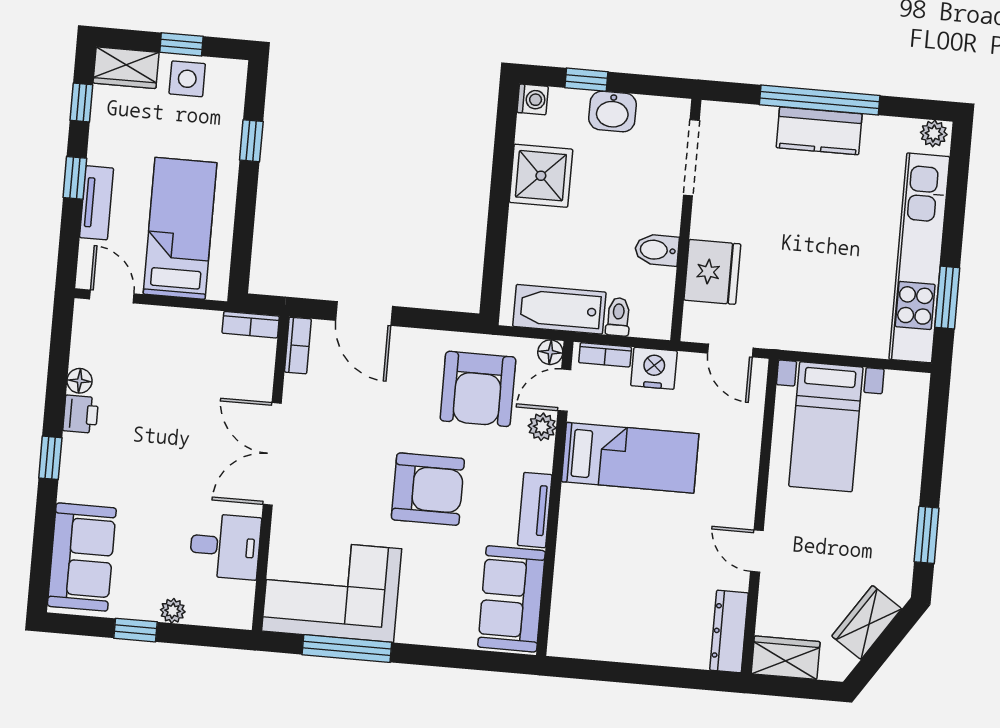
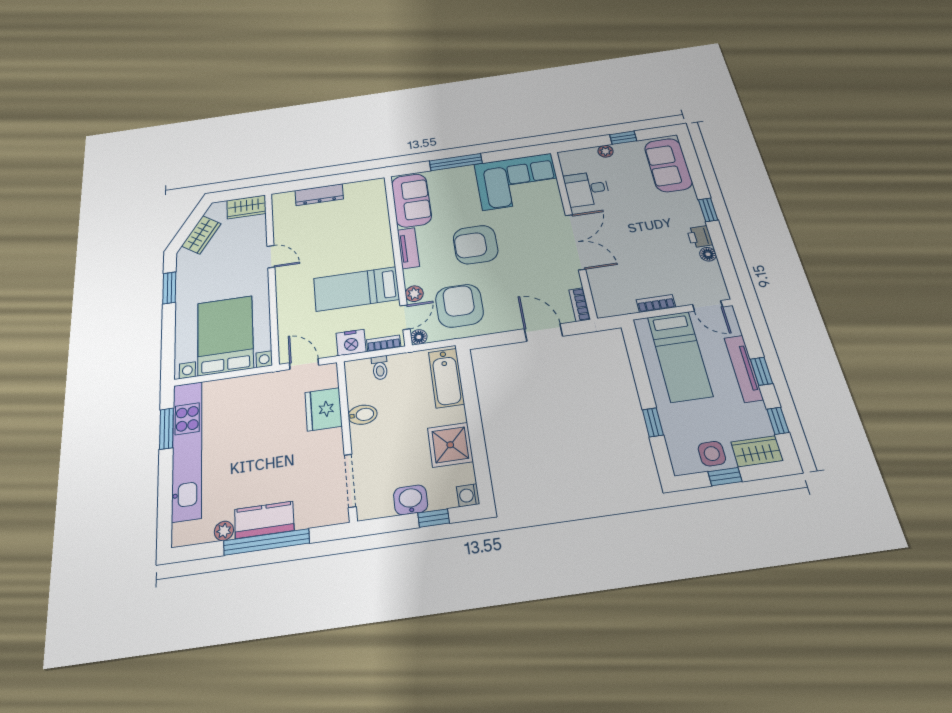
plant: (934, 134) -> (224, 531), moved
tv unit: (97, 203) -> (744, 368), width x1.41
bathtub: (559, 309) -> (446, 378), moved, turned 90
bookcase: (251, 325) -> (656, 303), moved
bed with nightstands: (826, 427) -> (225, 335), width x1.36
dresser: (729, 631) -> (319, 195), moved, turned 90
window: (347, 649) -> (456, 162), moved

